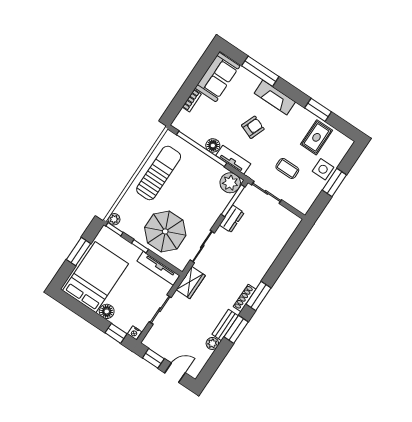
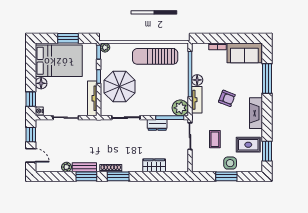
fireplace: (275, 97) -> (256, 113), moved
window: (318, 110) -> (267, 151), moved
sun lounger: (159, 173) -> (155, 56), turned 180
wardrobe: (191, 283) -> (154, 165), moved, turned 180

